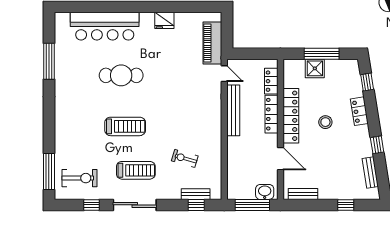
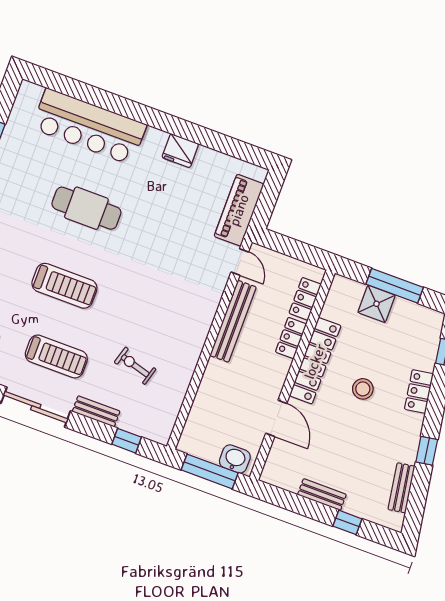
locker: (271, 114) -> (291, 338), width x0.66
bench: (196, 194) -> (96, 411), moved
bench: (303, 194) -> (322, 495), moved

